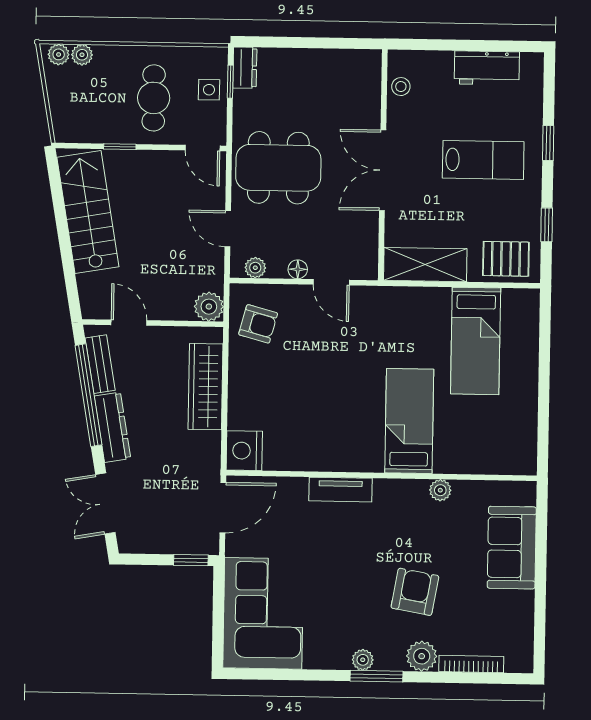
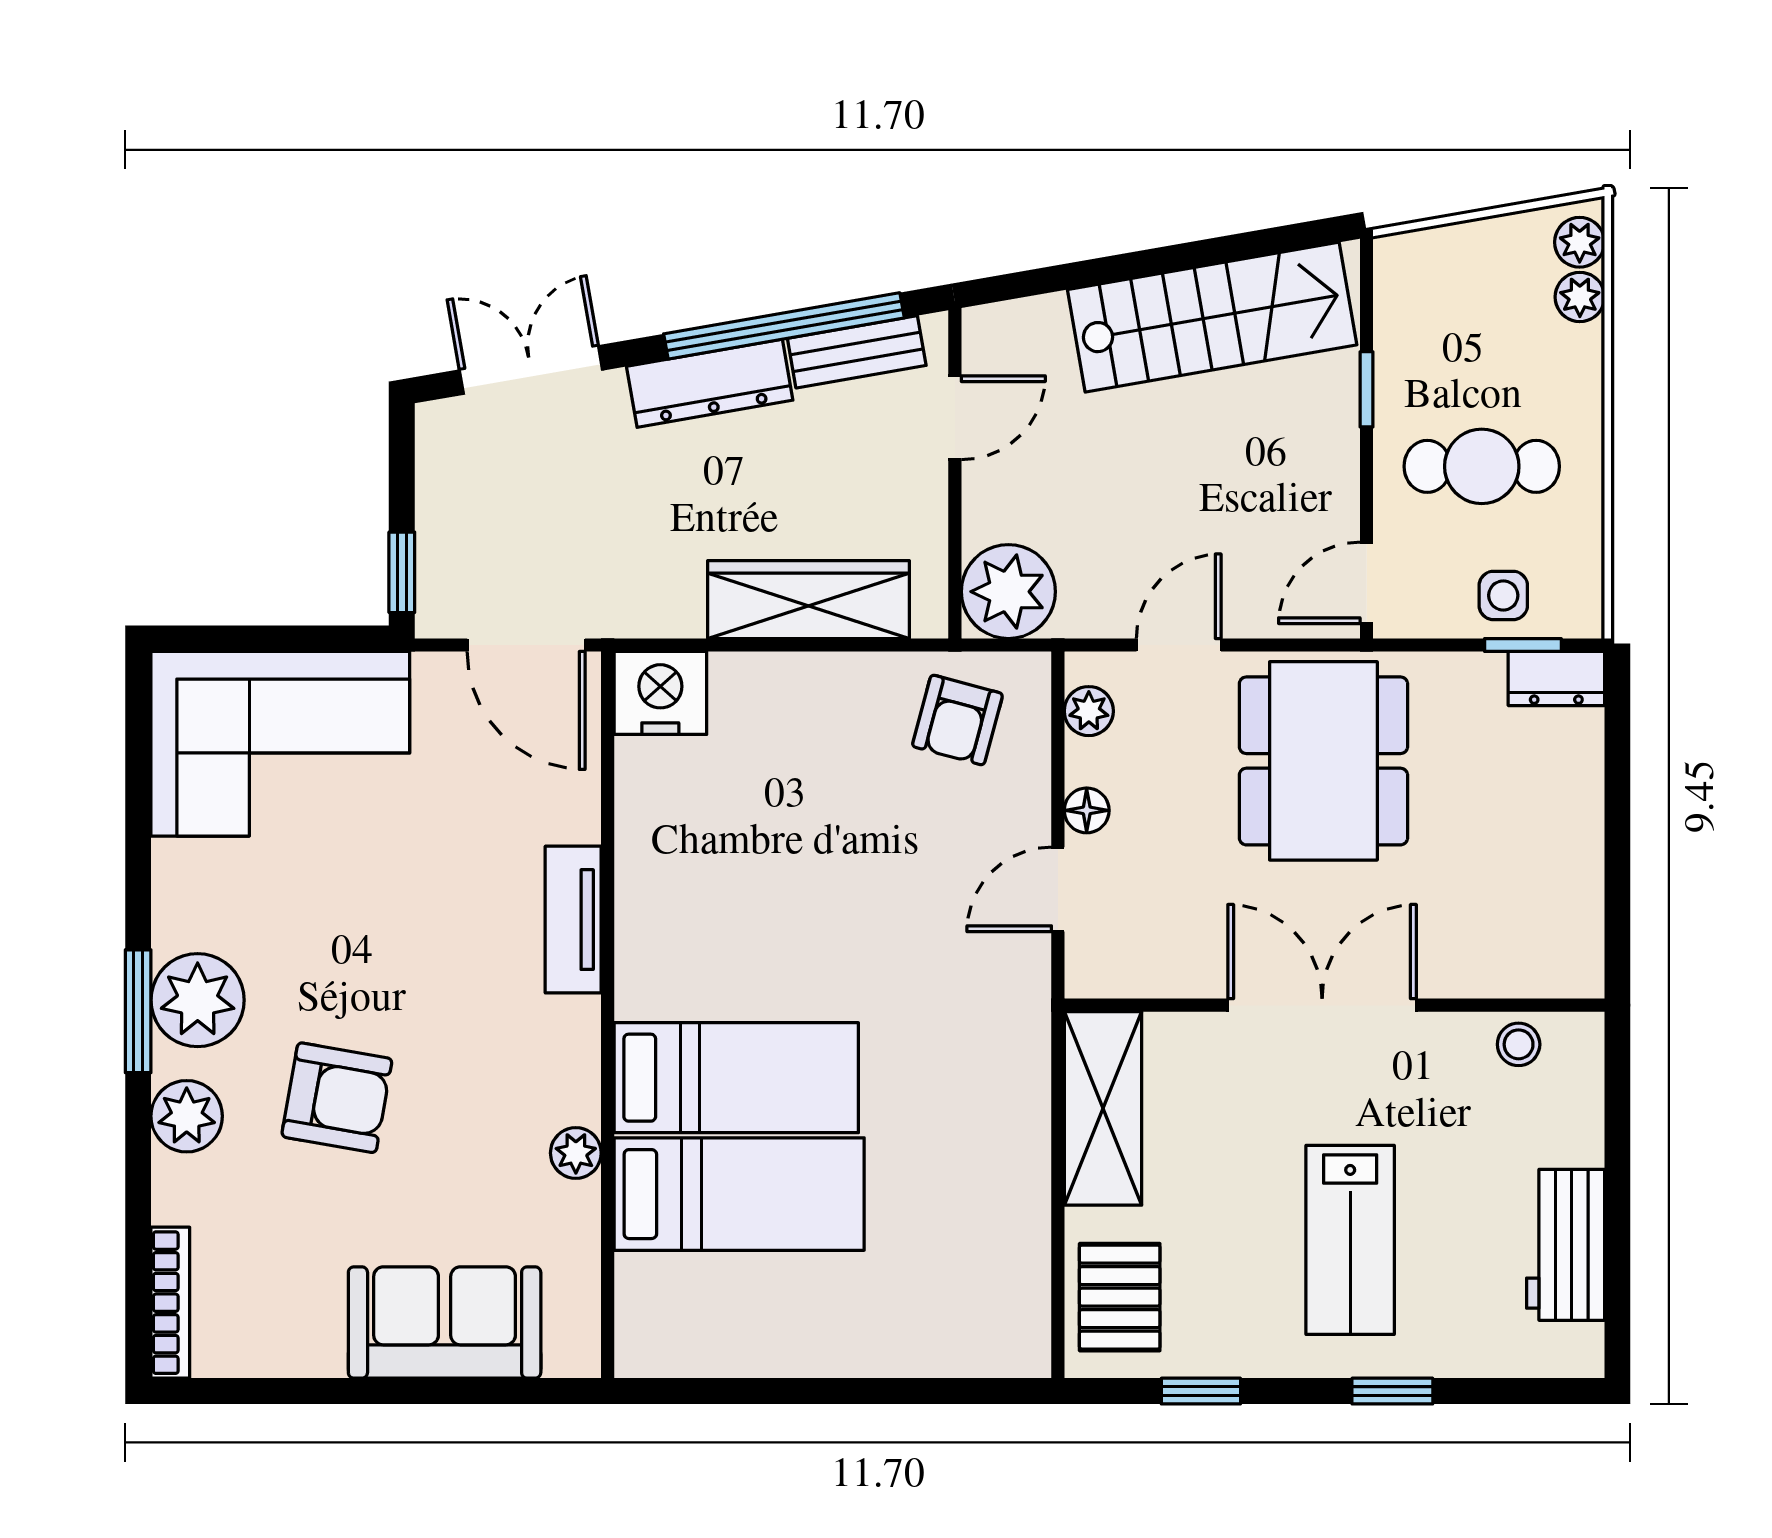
plant: (209, 307) -> (1008, 592), width x1.36, depth x1.36
bed: (476, 341) -> (739, 1194), moved, turned 180
plant: (363, 660) -> (198, 1000), width x1.87, depth x1.87
bookcase: (471, 664) -> (170, 1303), moved

